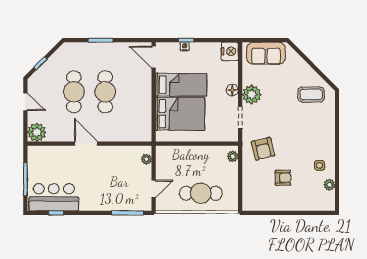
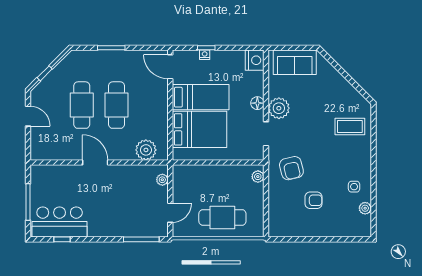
coffee table: (311, 95) -> (350, 127), moved
plant: (37, 132) -> (146, 150), moved

